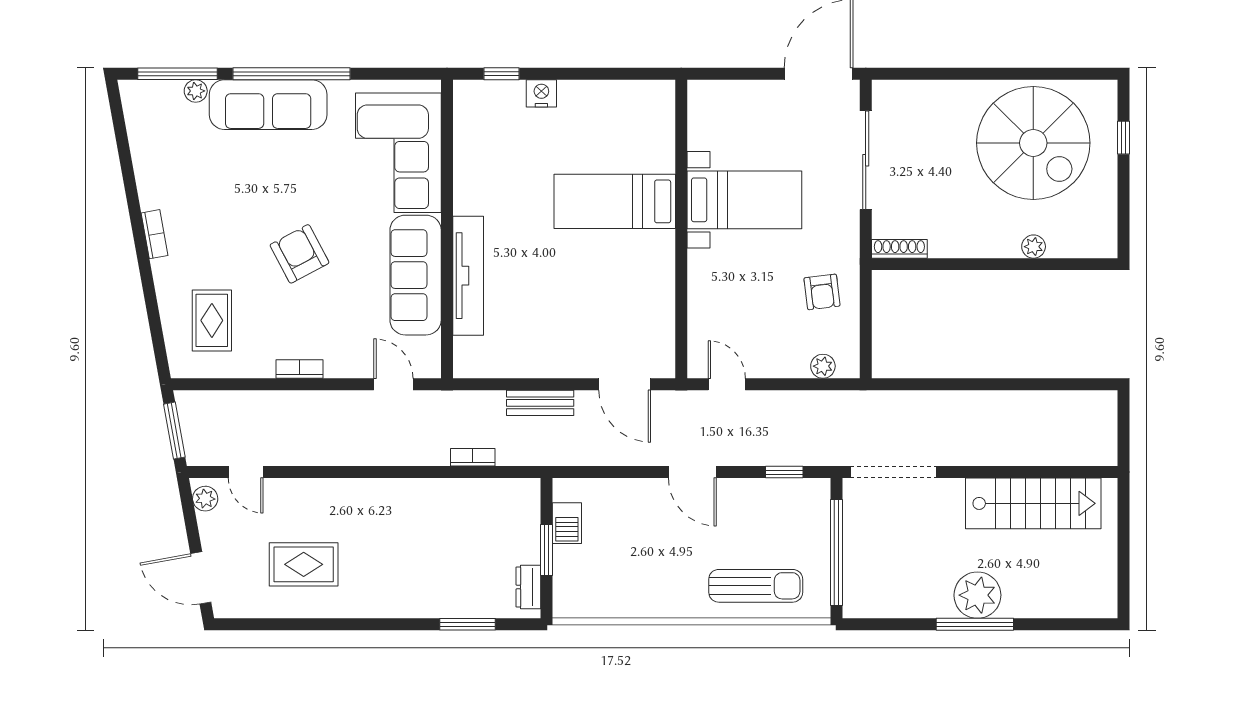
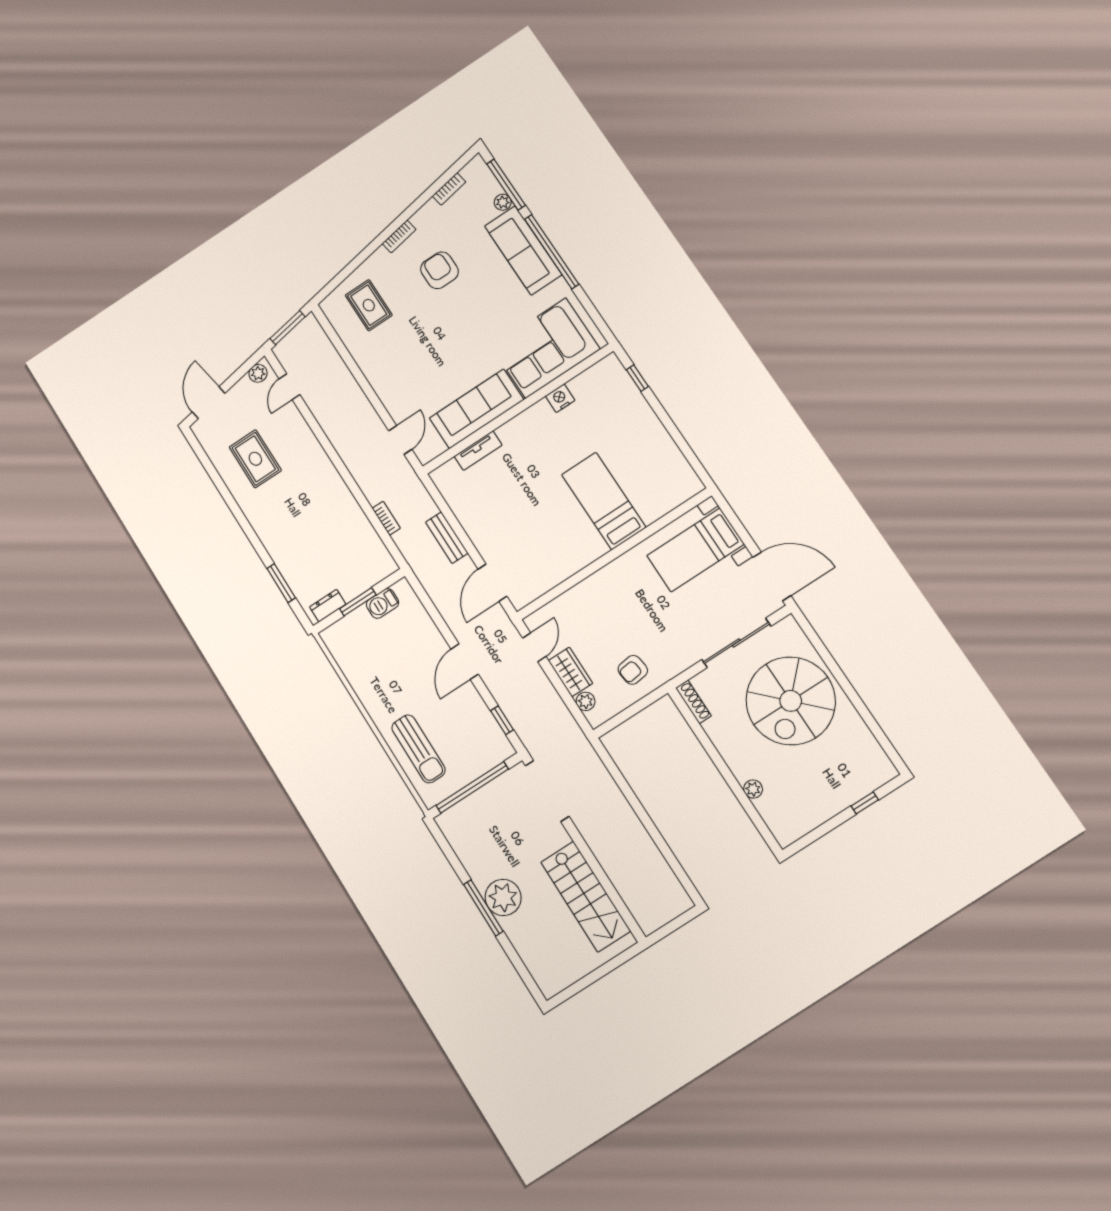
nightstand: (541, 93) -> (560, 398), moved, turned -90
spiral stairs: (1033, 143) -> (791, 701), moved
bed with nightstands: (744, 200) -> (695, 550), moved, turned 90
armchair: (299, 254) -> (440, 270), moved, turned -62
tv unit: (468, 276) -> (478, 451), width x0.52, depth x0.78
rug: (212, 320) -> (369, 305), turned 90
wardrobe: (780, 362) -> (570, 672), added
bookcase: (300, 369) -> (449, 189), moved, turned 80

